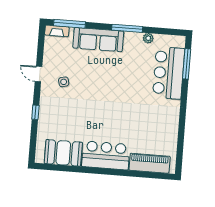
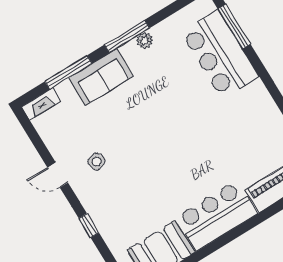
window: (70, 24) -> (69, 72), moved
plant: (148, 38) -> (145, 41), moved
sofa: (98, 40) -> (101, 77), width x0.73

